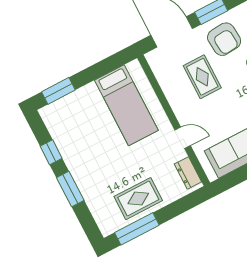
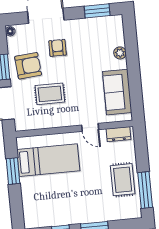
window: (58, 91) -> (13, 171), moved
door: (183, 138) -> (90, 127), swing flipped

